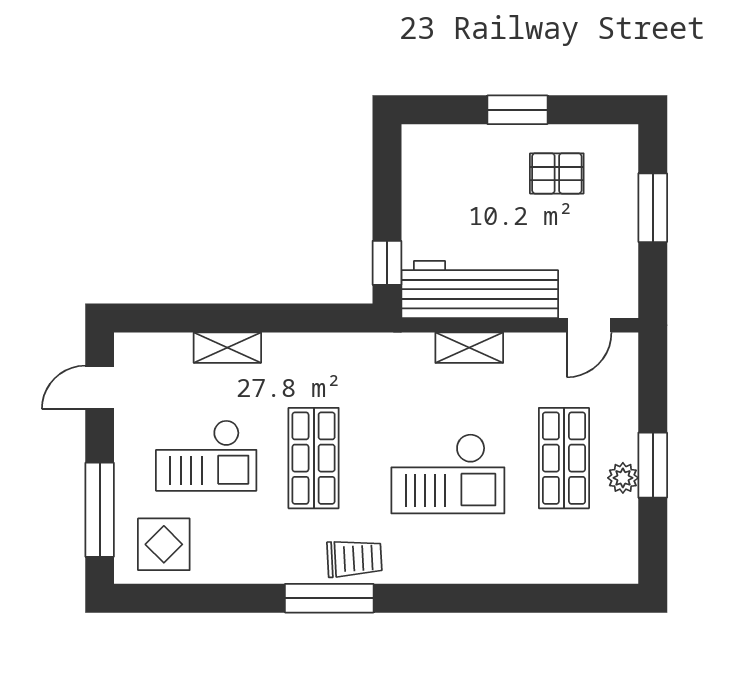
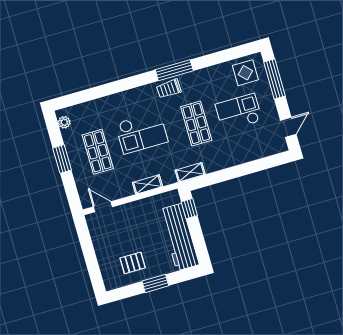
window: (653, 208) -> (91, 260), removed
workbench: (480, 289) -> (179, 237), moved, turned 90
door: (589, 325) -> (103, 207), hinge flipped
shelving: (227, 348) -> (190, 172), moved
checkout: (448, 474) -> (142, 133), turned 180
plant: (623, 478) -> (64, 122), moved

